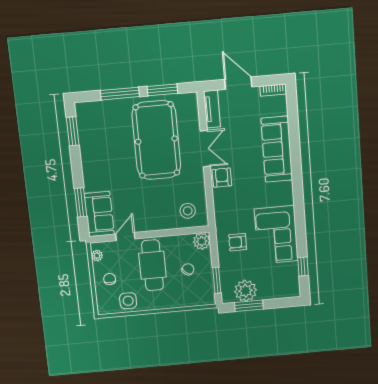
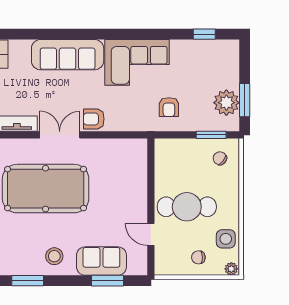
stool: (188, 211) -> (54, 256), moved
sofa: (99, 214) -> (101, 261), moved
corner sofa: (276, 235) -> (137, 62), moved
plant: (202, 241) -> (164, 148), removed
plant: (97, 256) -> (231, 269), moved
chair: (188, 269) -> (220, 158), moved

